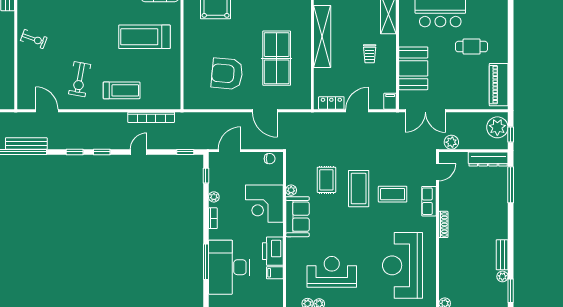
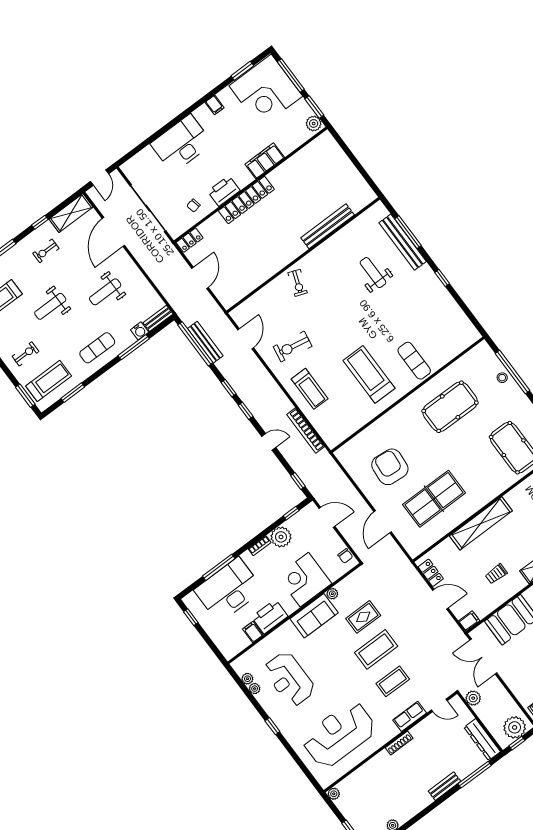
coffee table: (393, 194) -> (393, 681), turned 90
plant: (214, 197) -> (281, 537), width x1.88, depth x1.88
bench: (502, 255) -> (444, 786), moved
reception desk: (332, 272) -> (289, 679), turned 180

